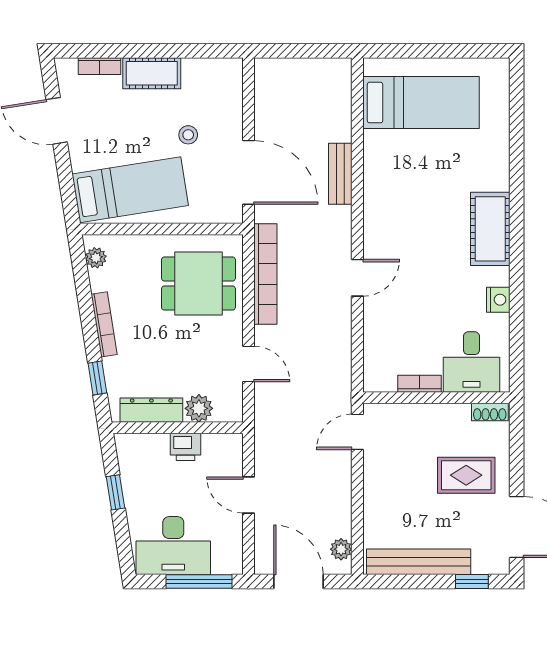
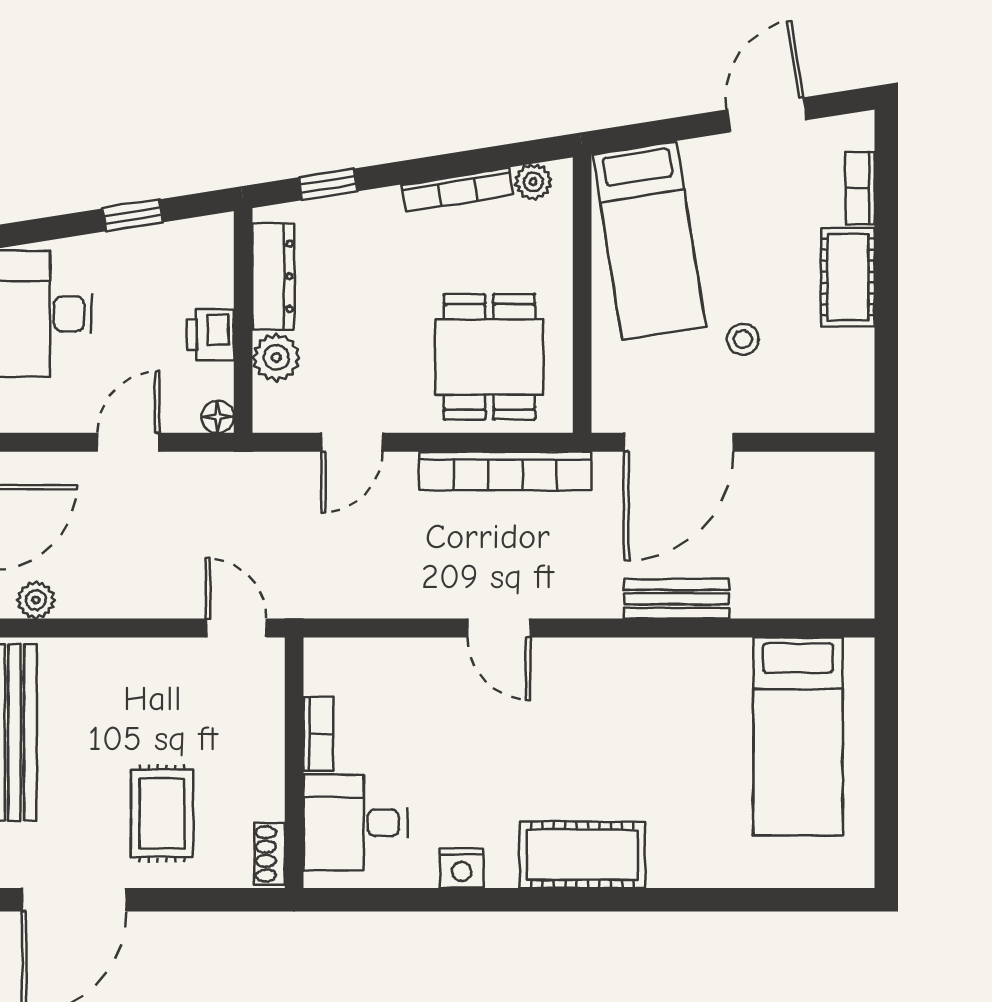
bookcase: (104, 324) -> (457, 190), moved
floor lamp: (234, 443) -> (218, 417), added

